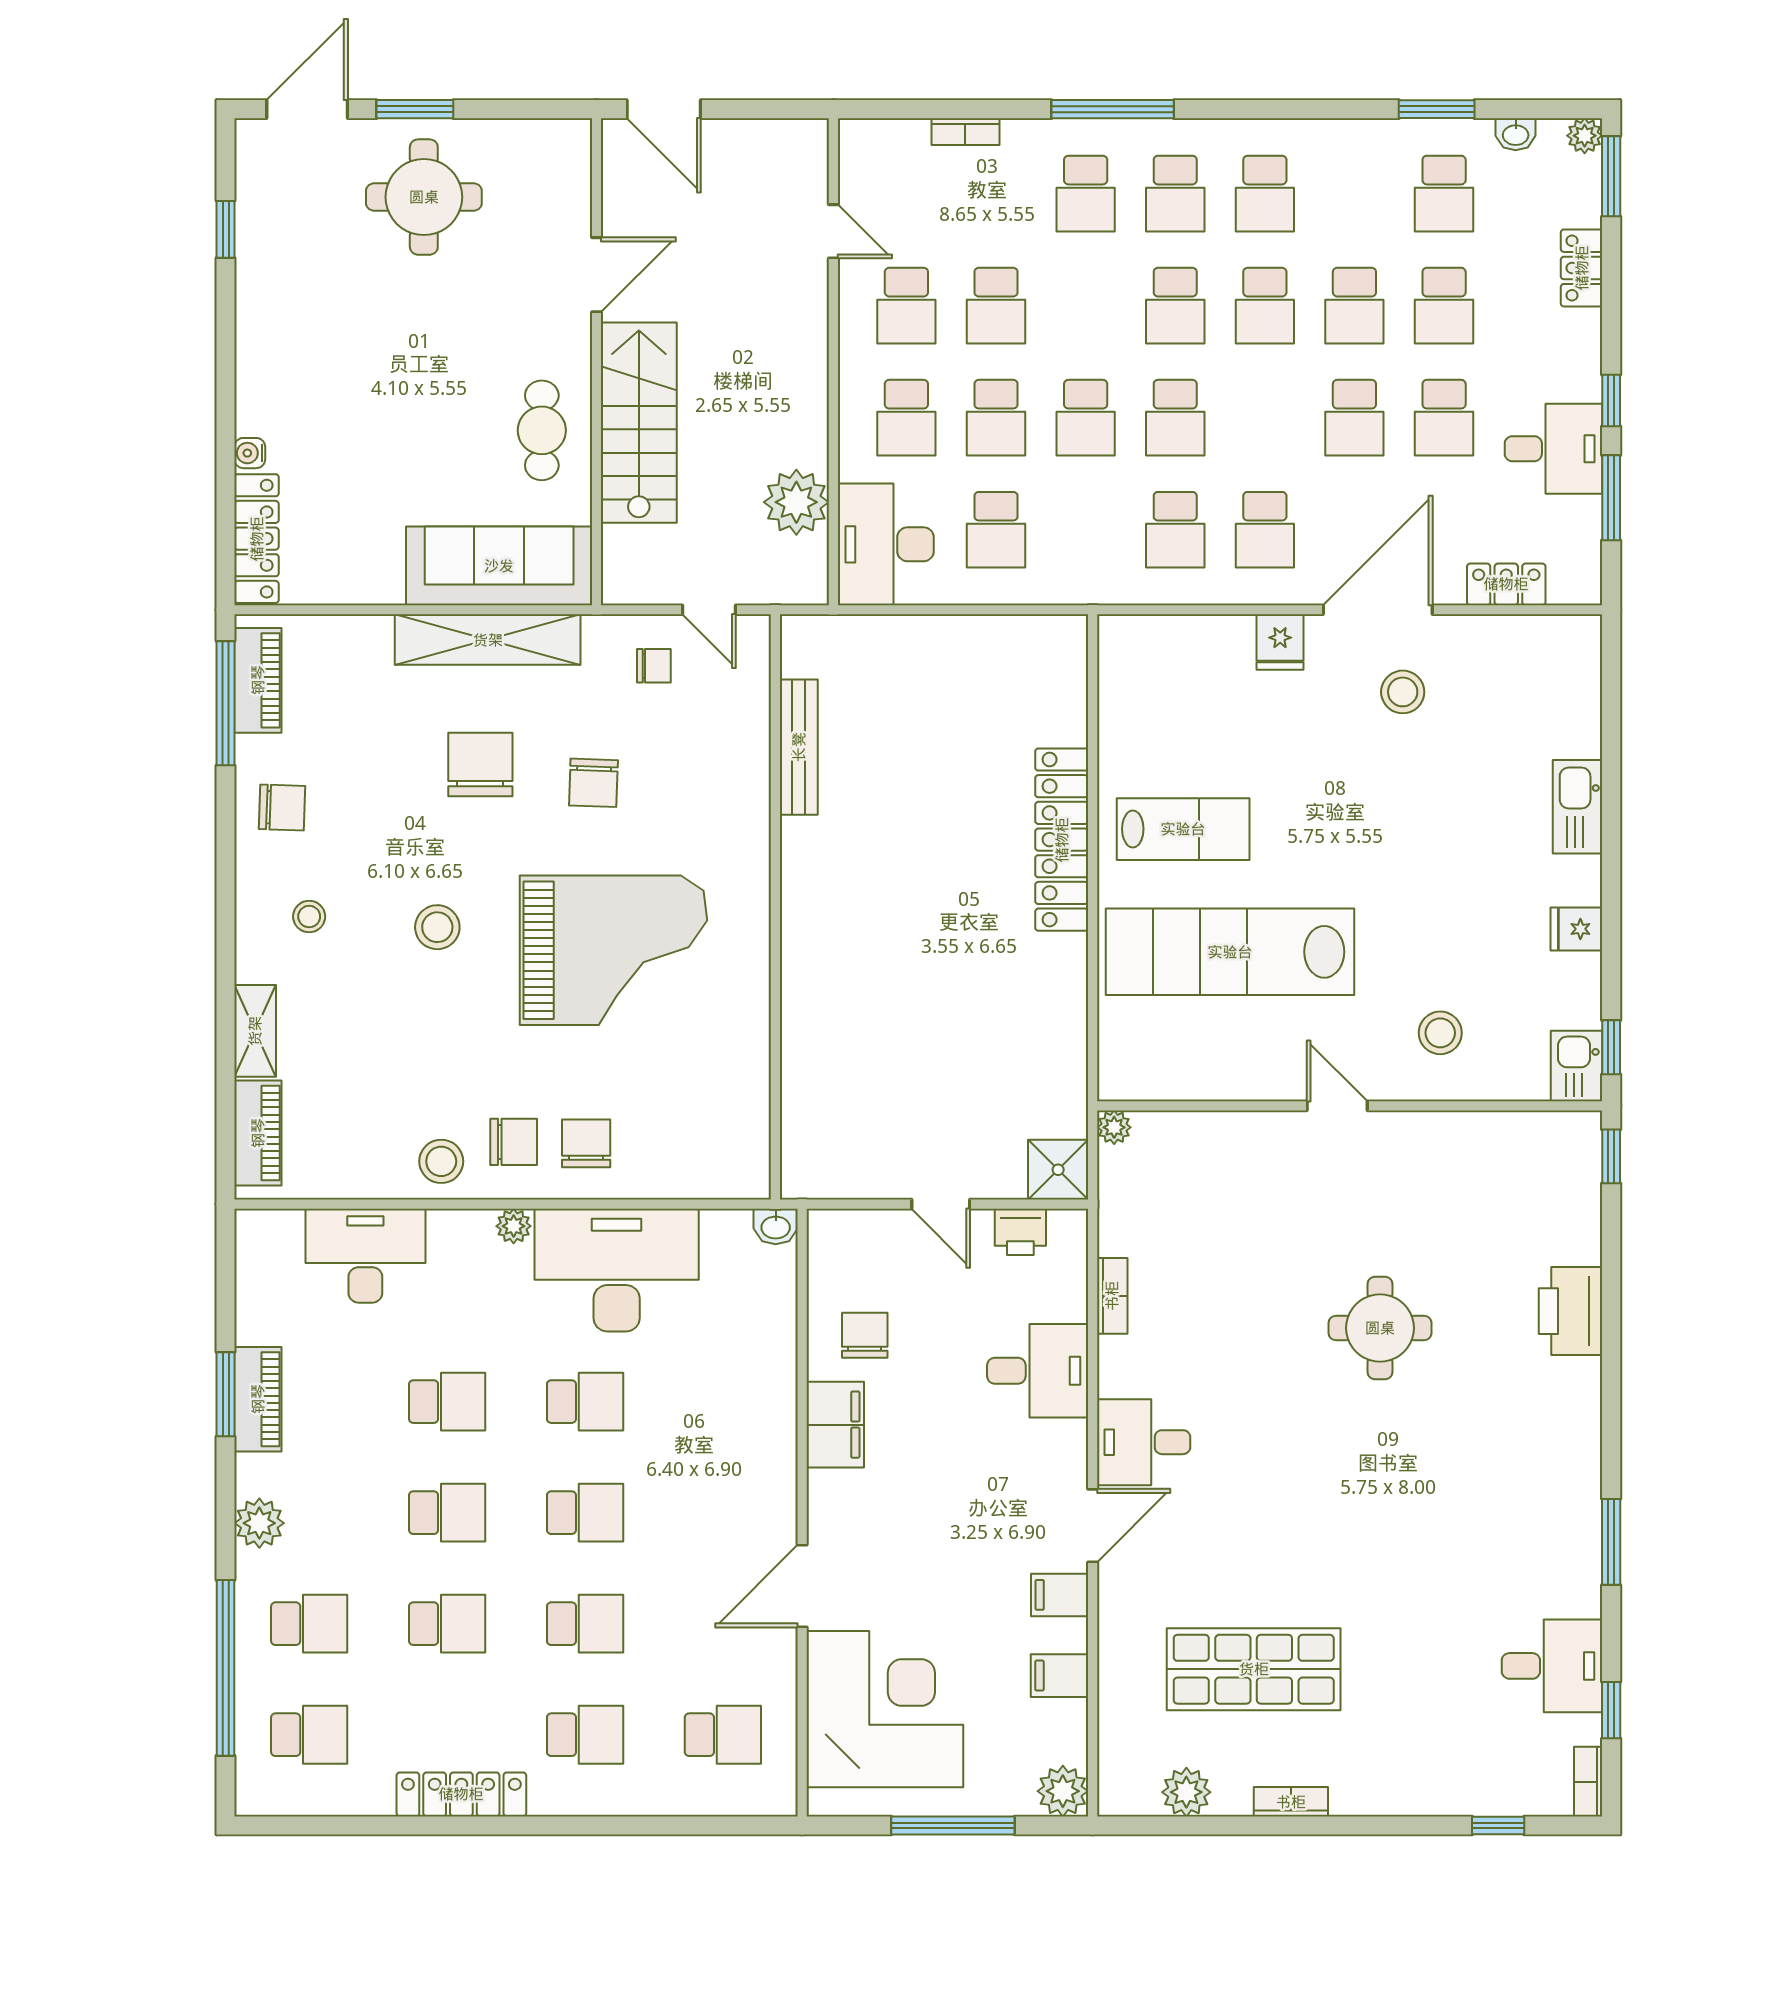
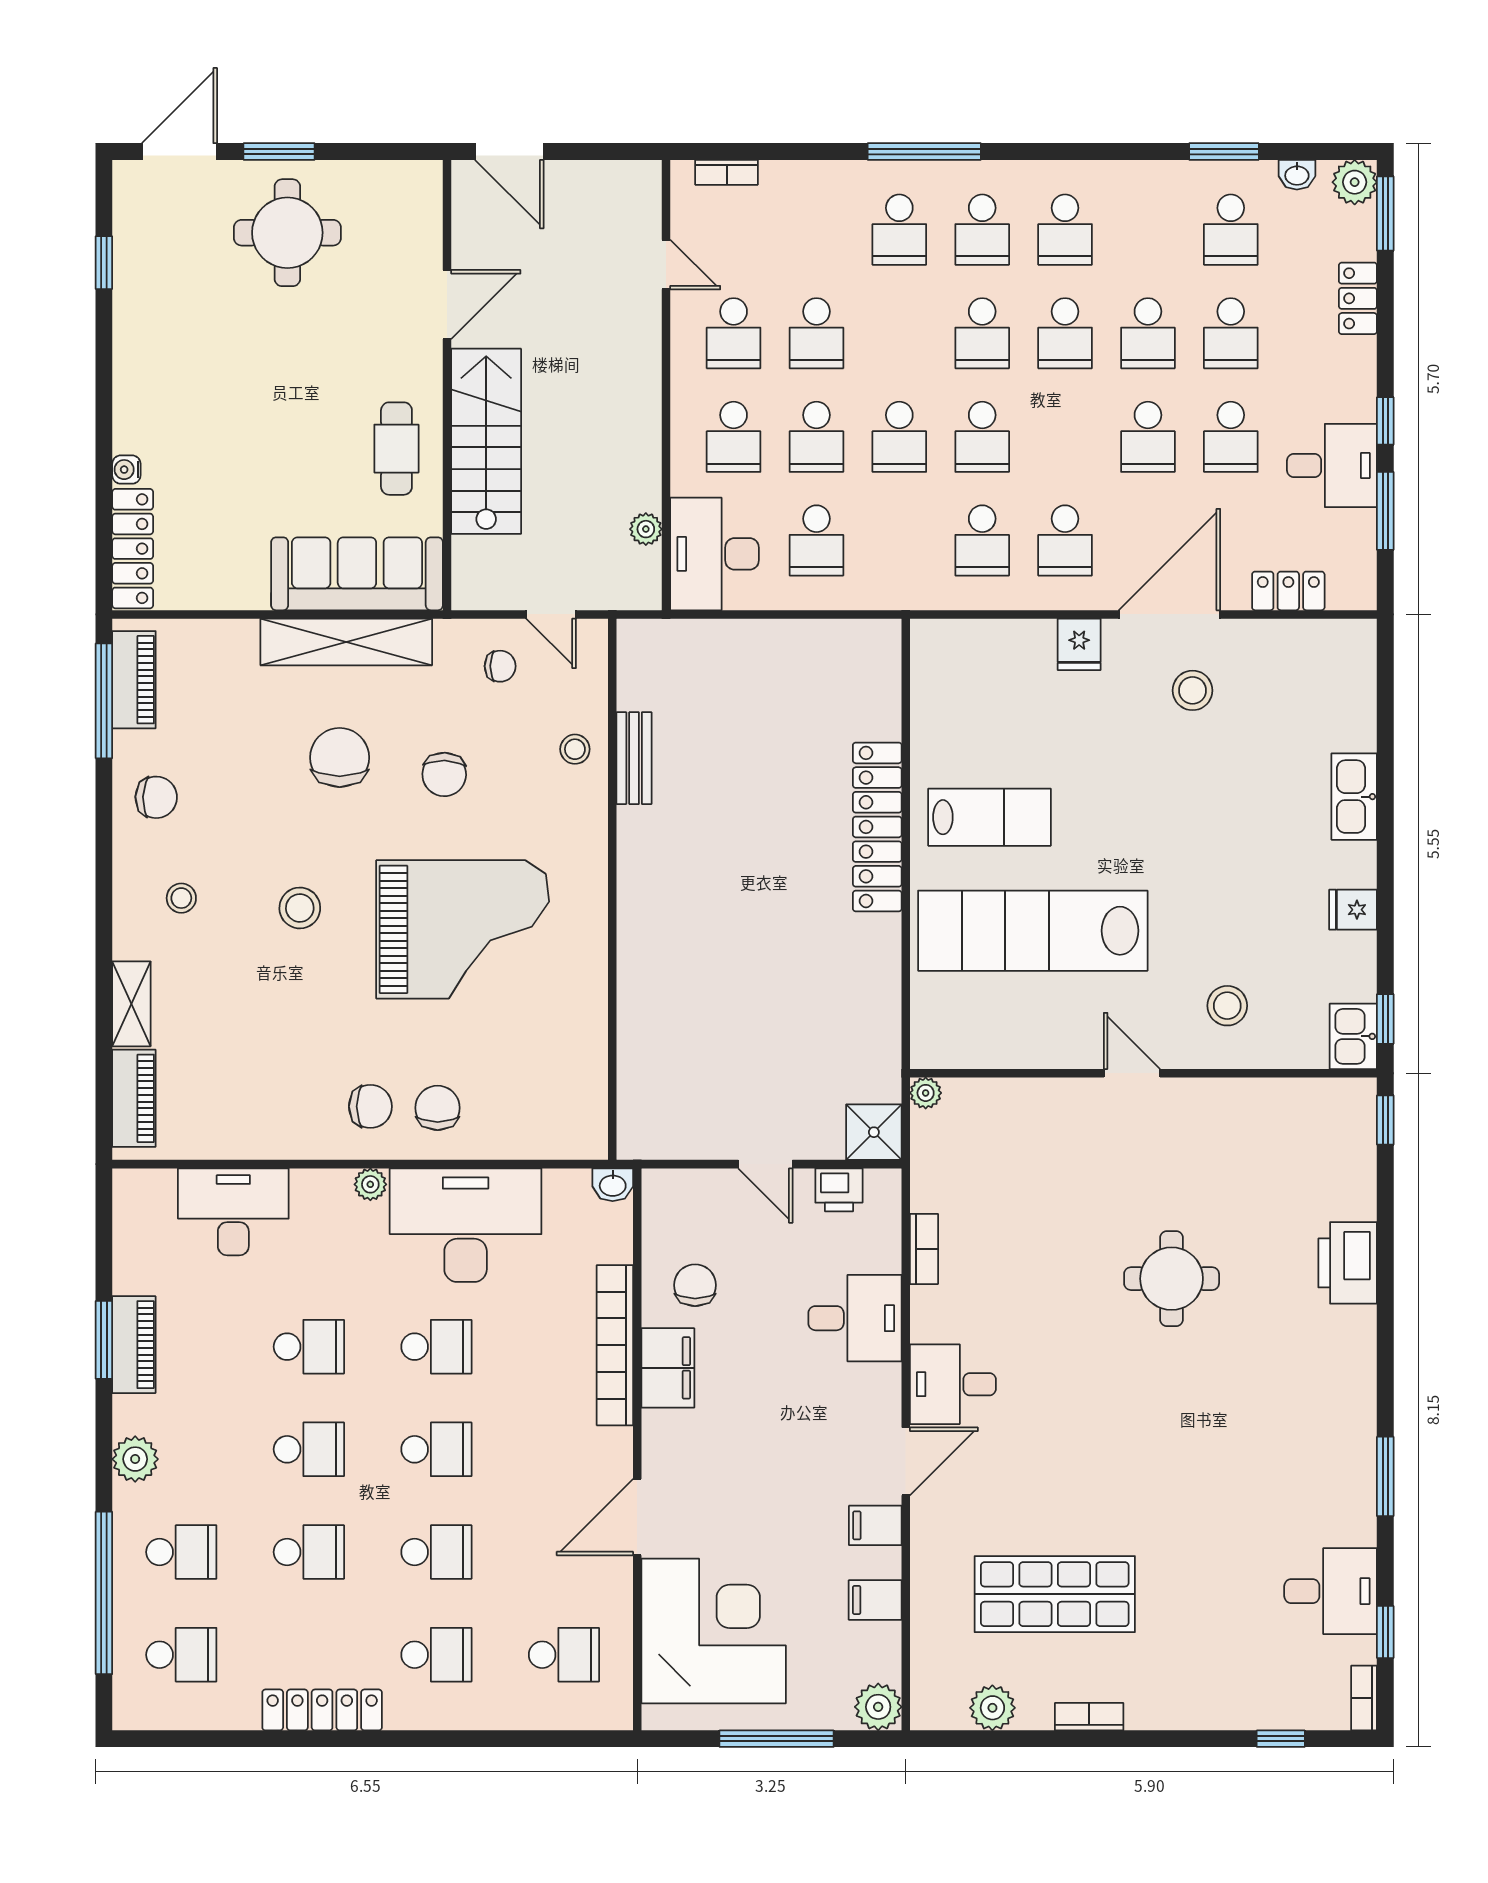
bookcase: (965, 132) -> (727, 172), moved
plant: (1585, 136) -> (1355, 182), width x1.38, depth x1.38
plant: (796, 502) -> (646, 529), width x0.53, depth x0.53
bench: (799, 747) -> (634, 758), width x0.73
stool: (441, 1161) -> (575, 749), moved, width x0.73, depth x0.73
bookcase: (778, 1400) -> (615, 1345), added

